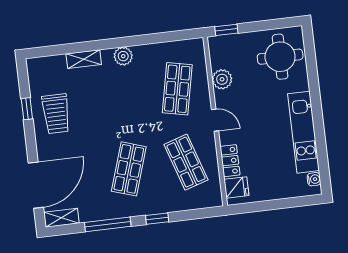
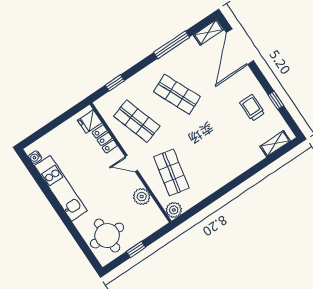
window: (226, 30) -> (136, 249), moved
plant: (123, 56) -> (174, 210), moved
shelving: (84, 59) -> (275, 144), moved
trolley: (56, 114) -> (252, 108), width x0.73, depth x0.72
shop shelf: (129, 169) -> (177, 94), turned -42
window: (157, 219) -> (115, 83), moved

